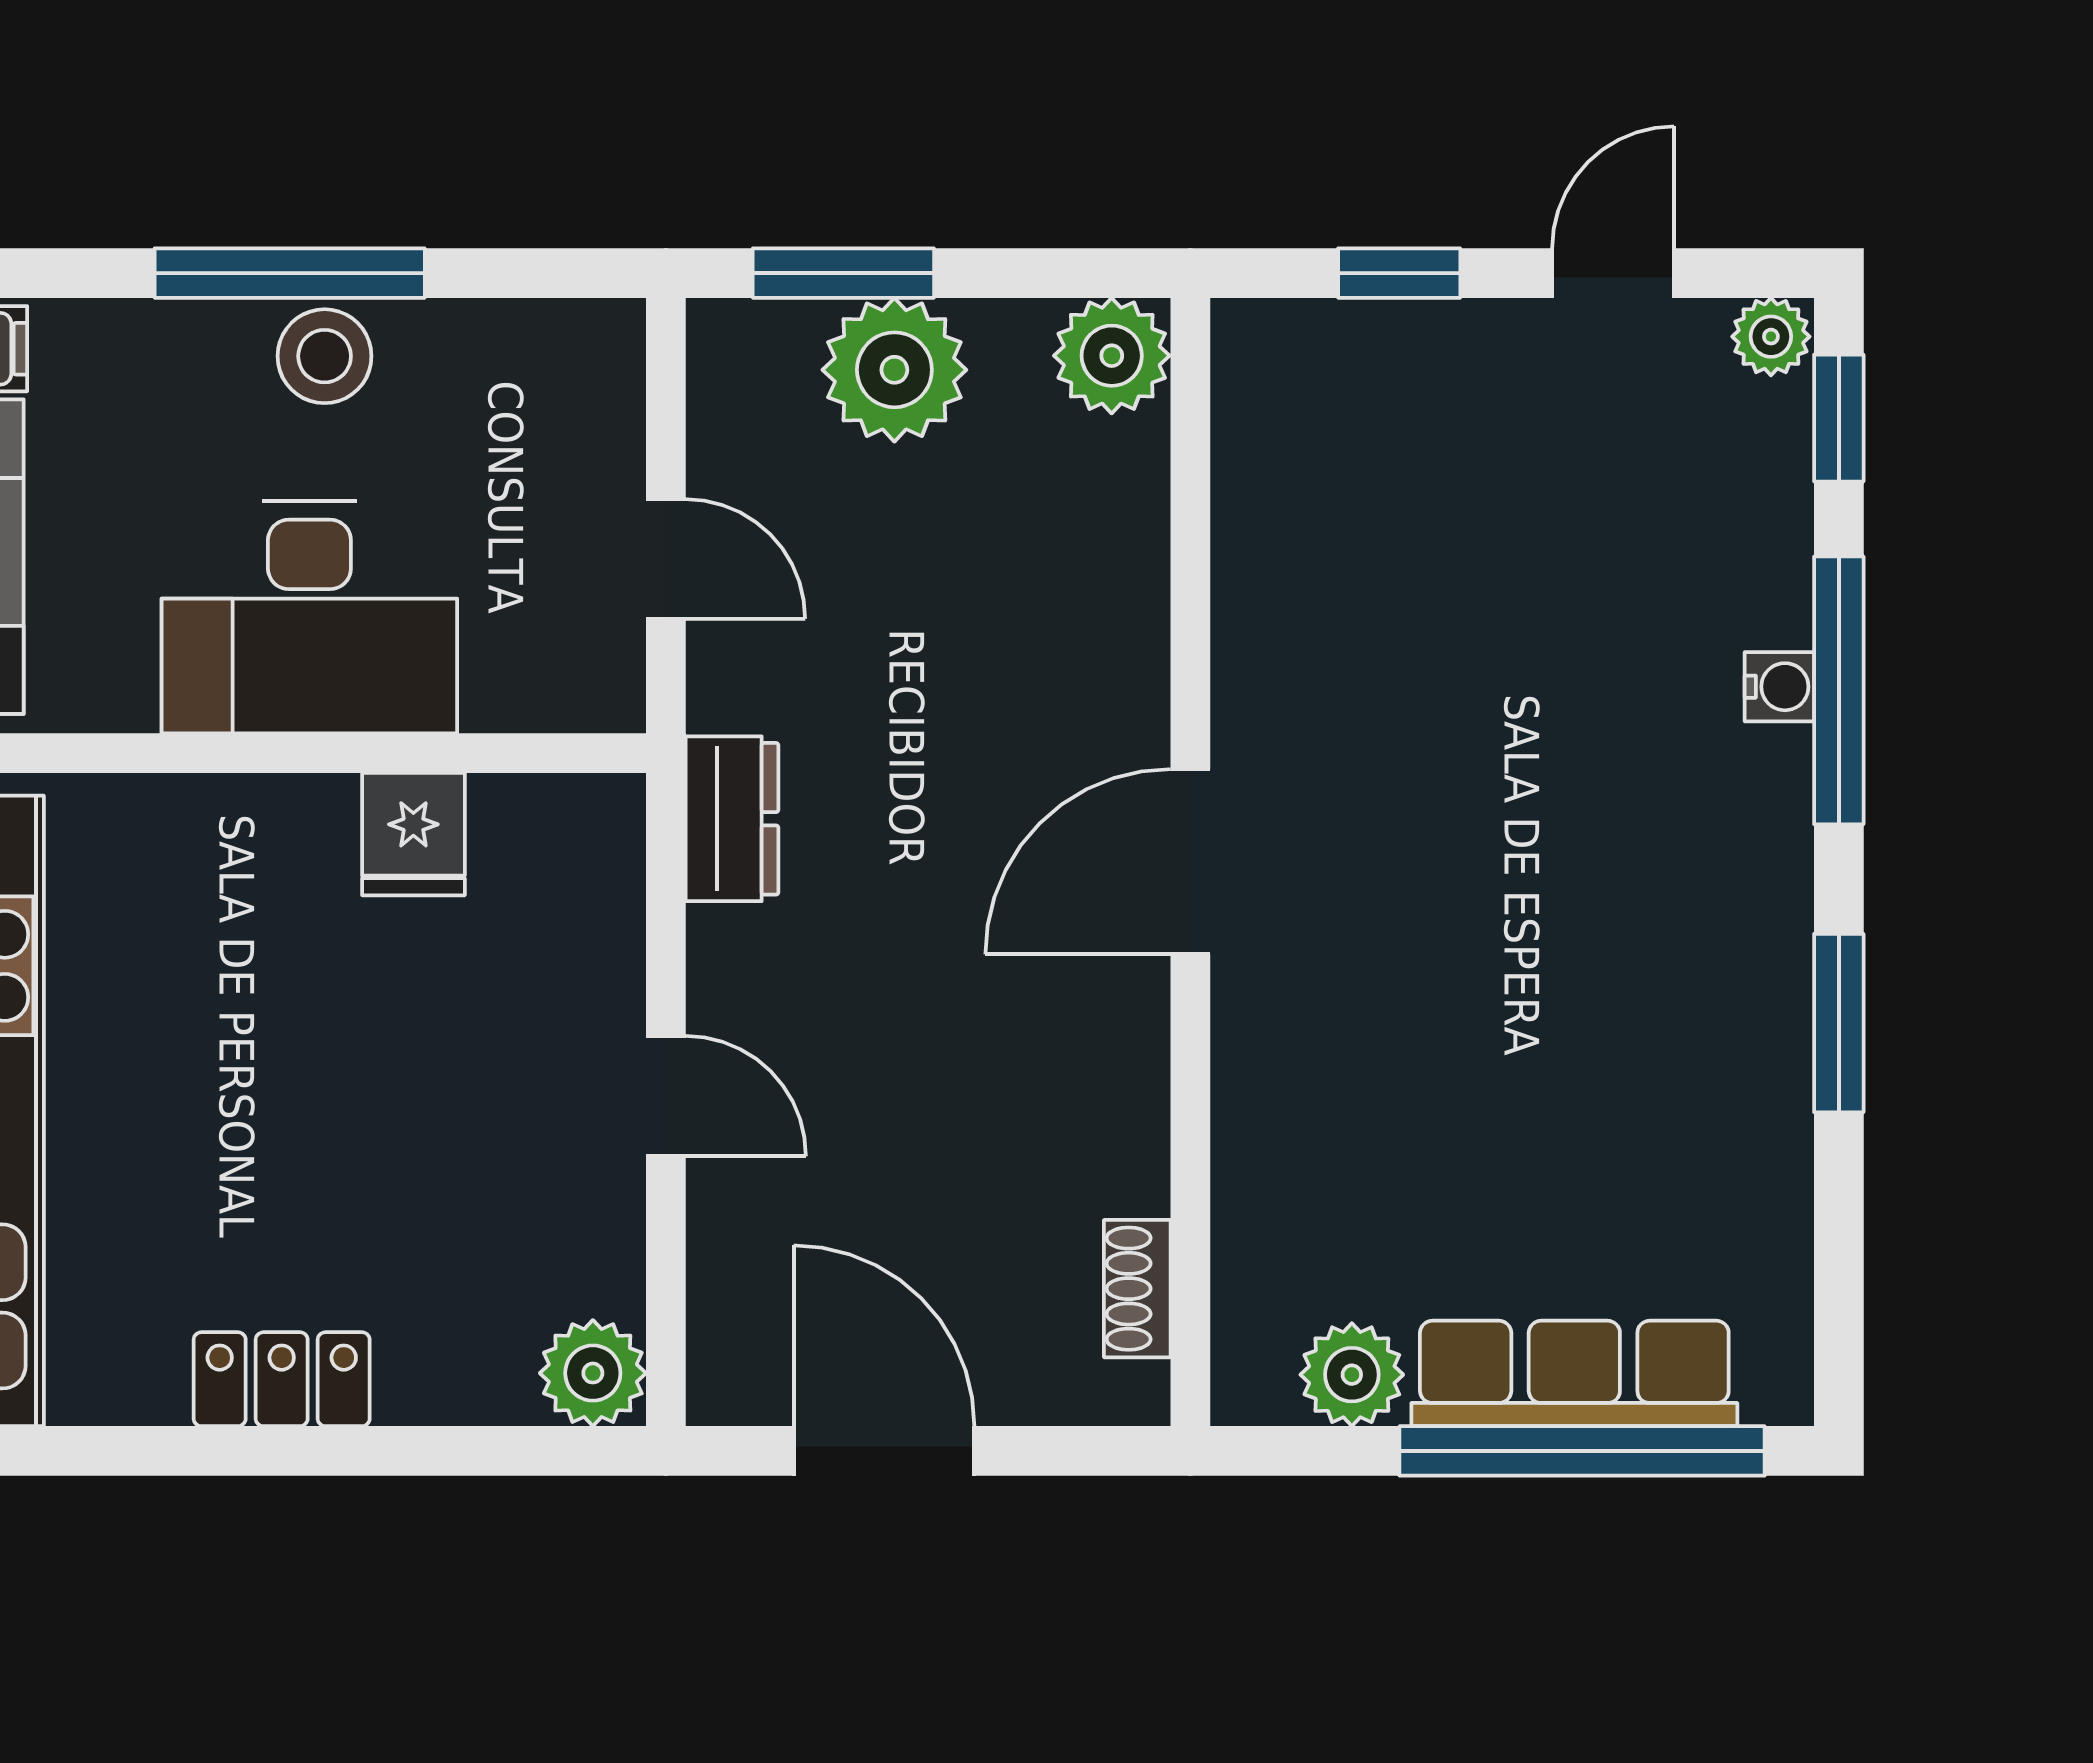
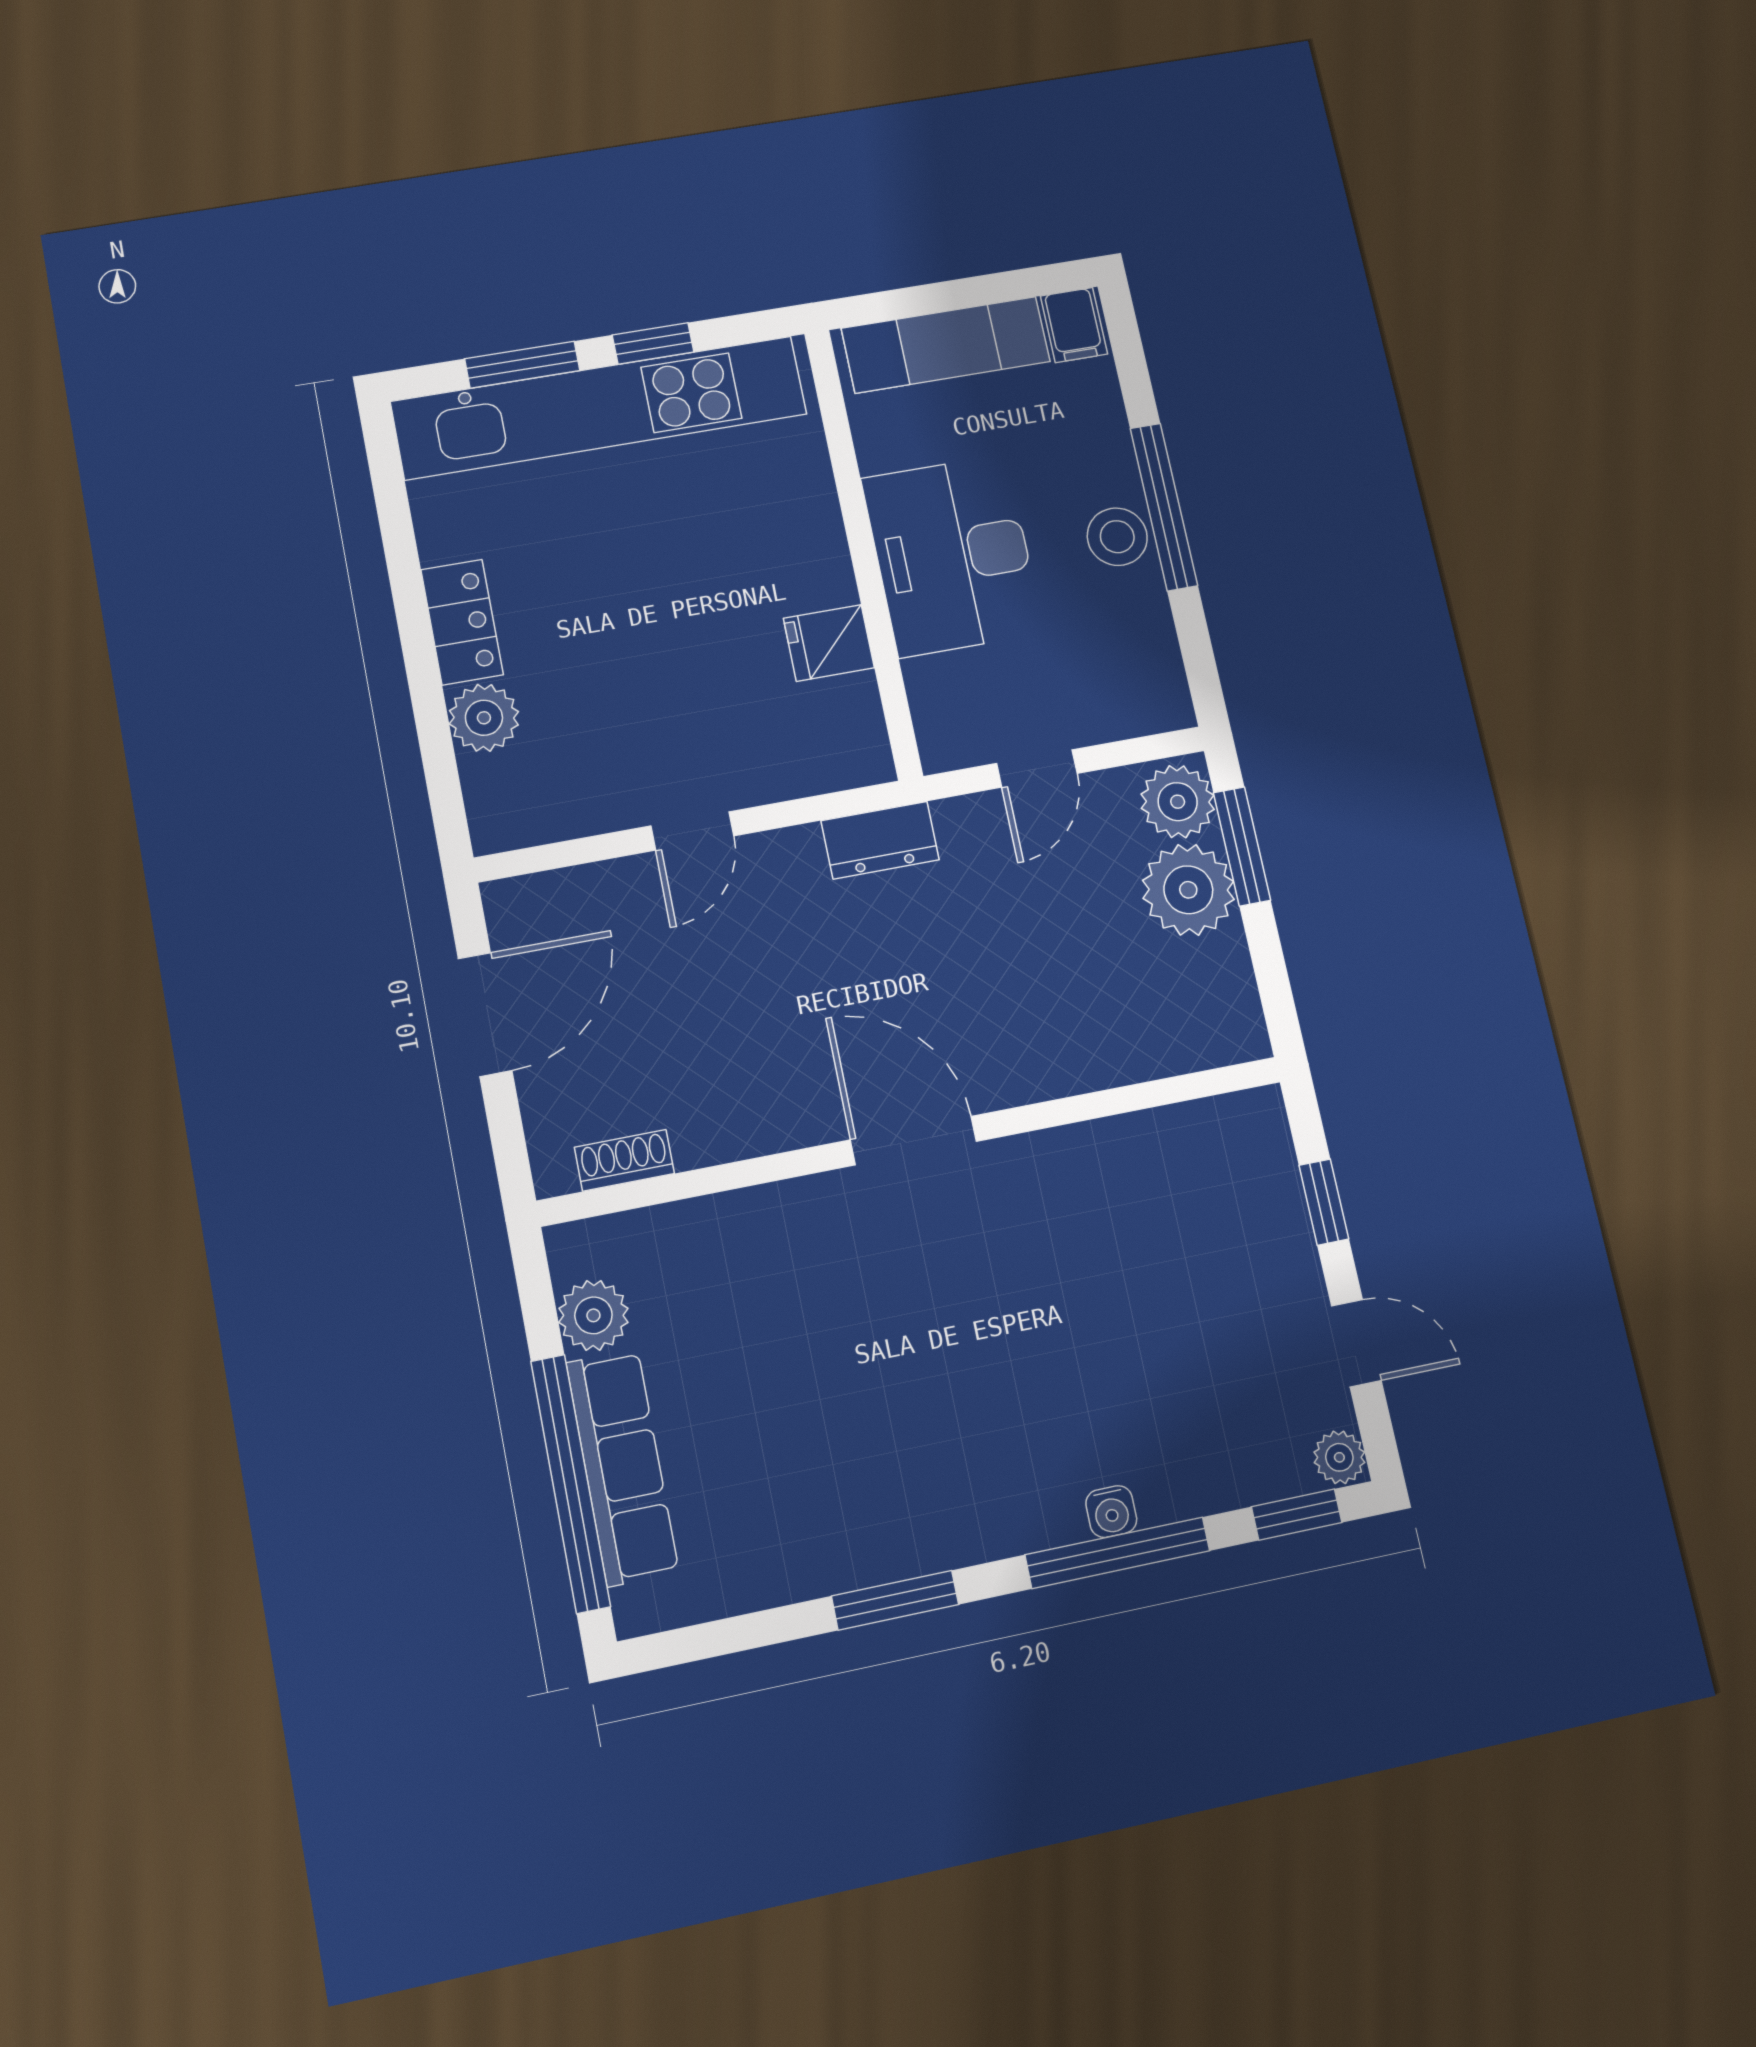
plant: (1112, 356) -> (1178, 802), moved
plant: (593, 1373) -> (484, 718), moved

